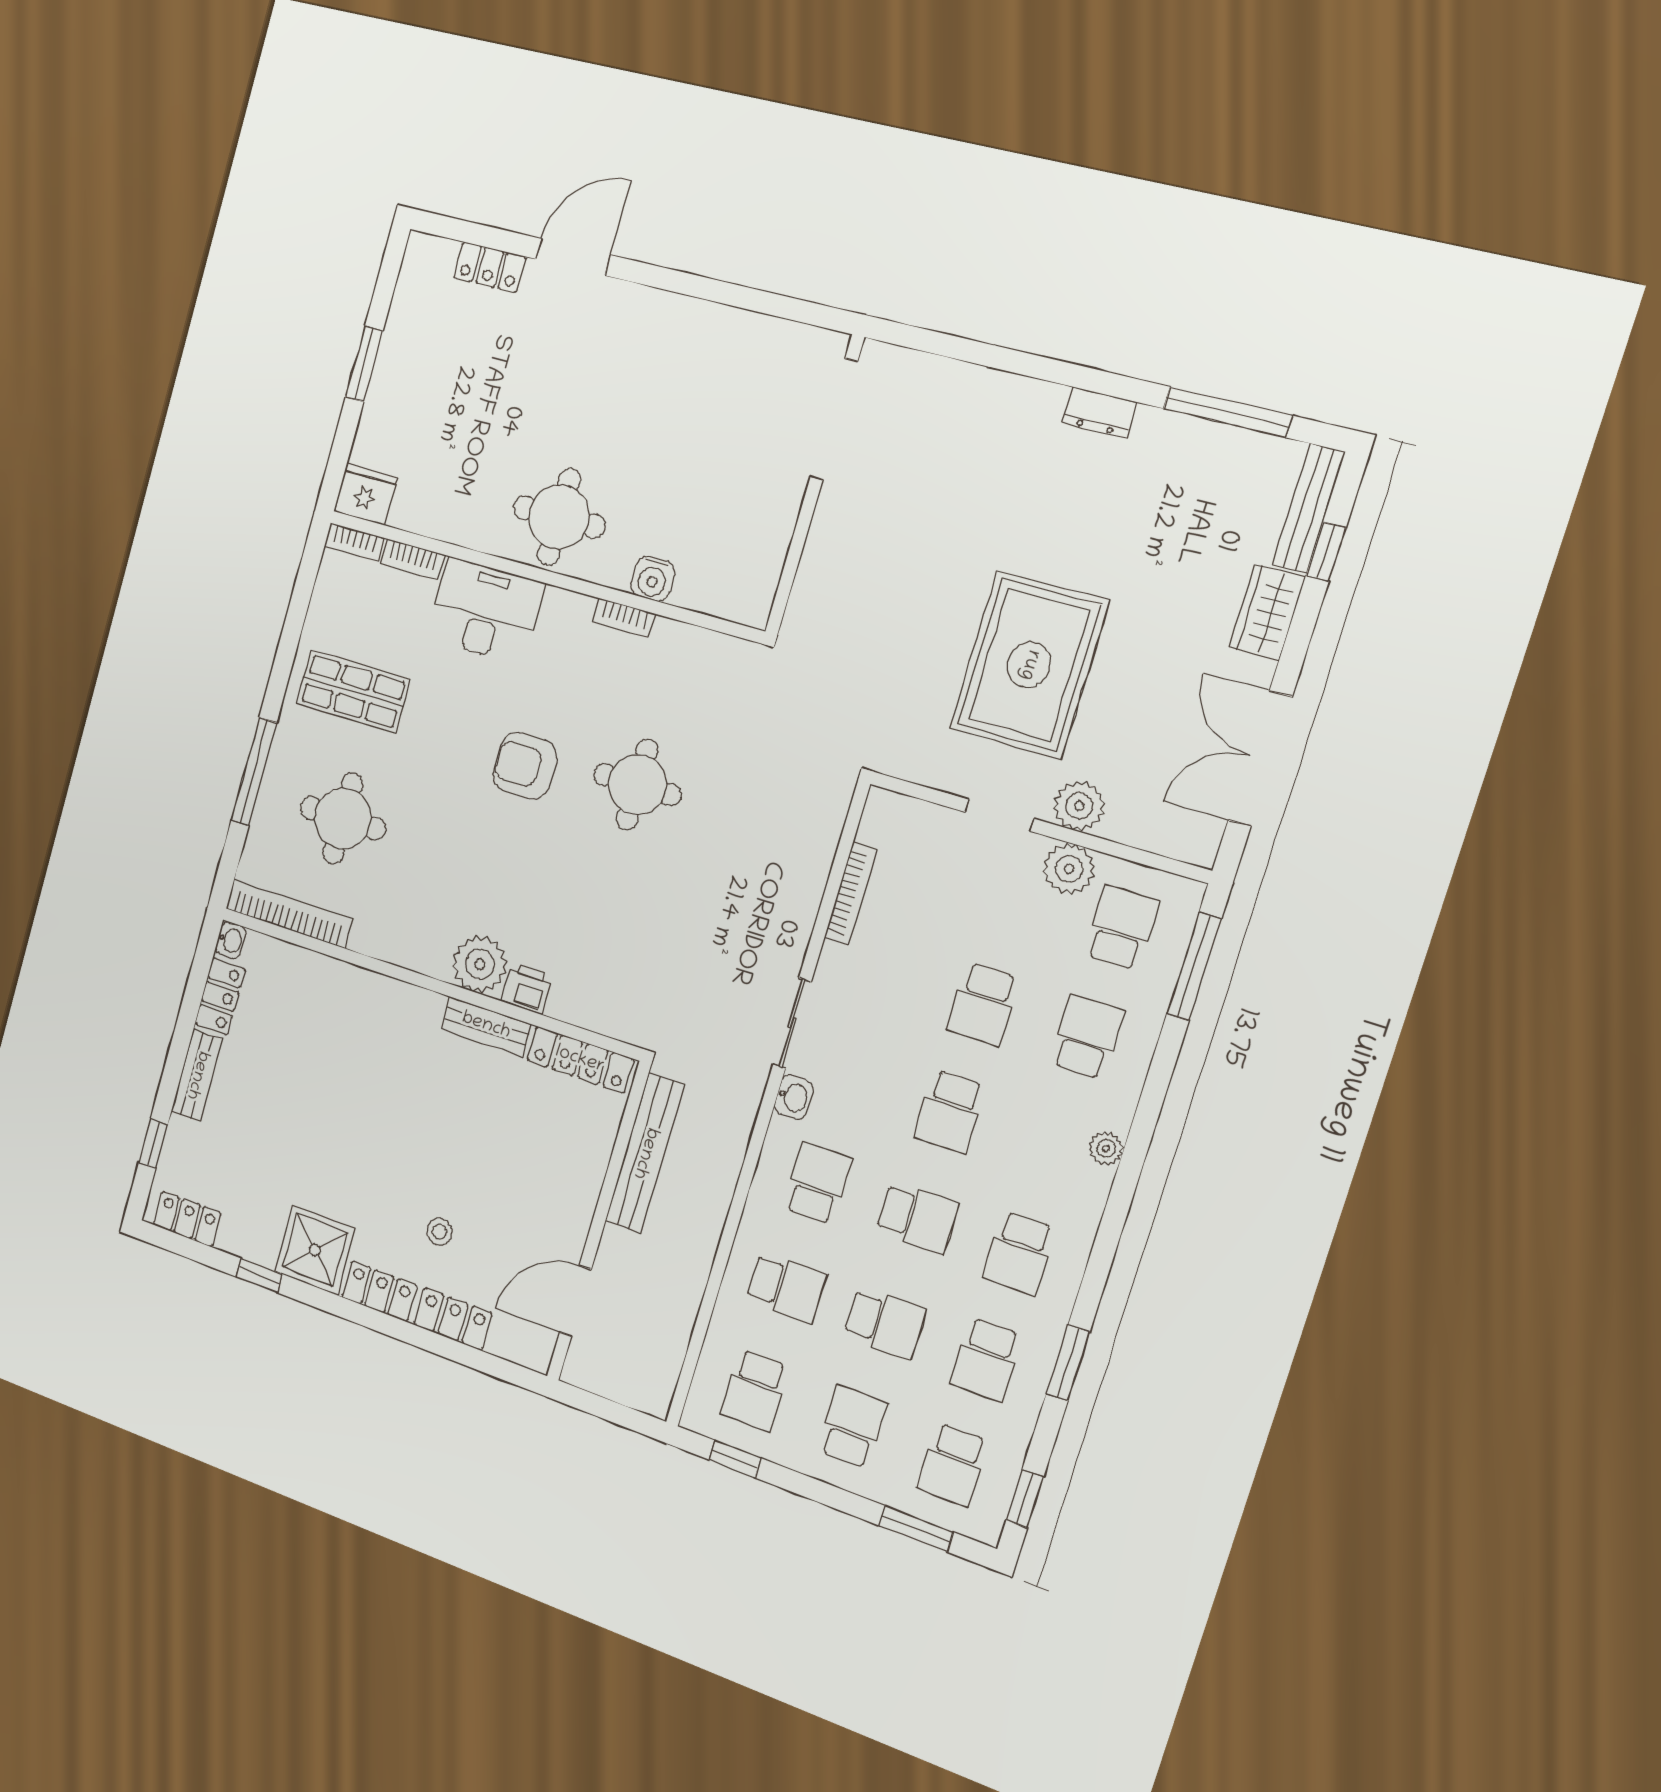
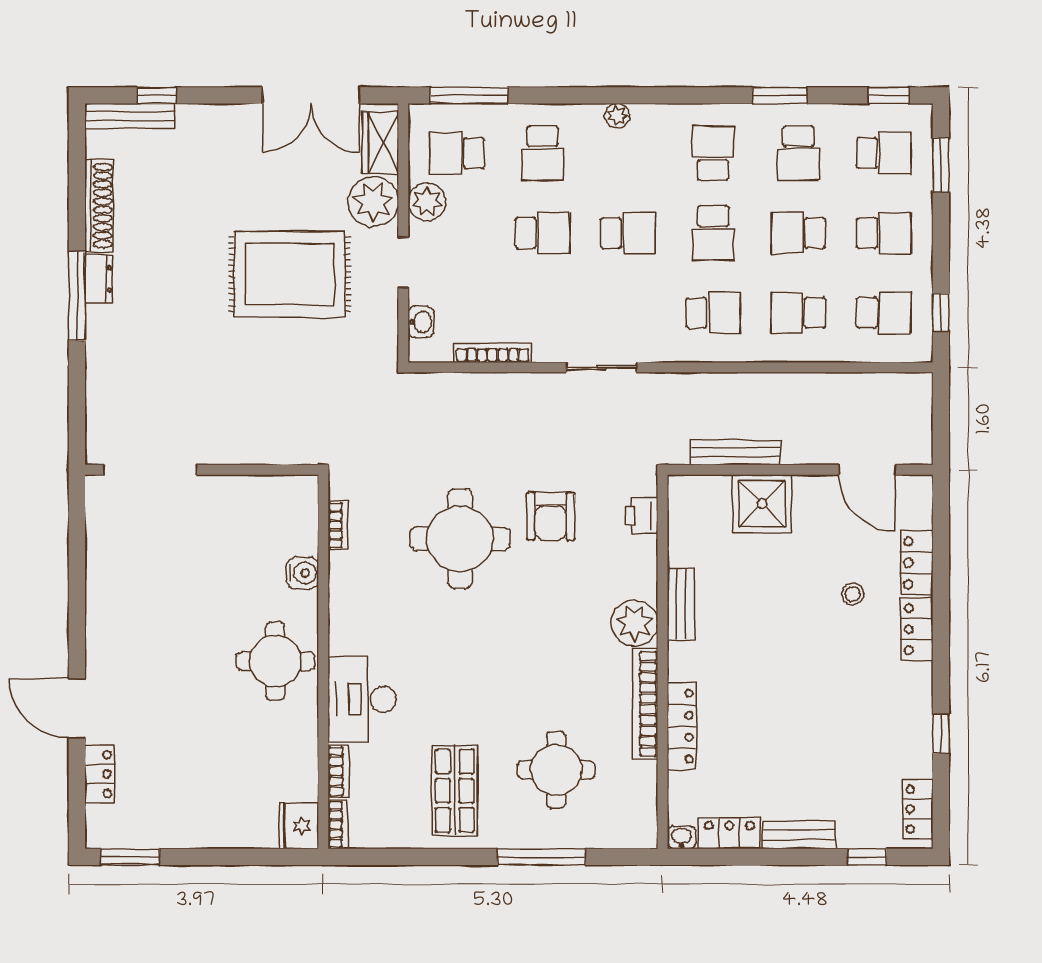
window: (364, 364) -> (130, 857), moved
window: (1227, 412) -> (77, 296), moved
shoe rack: (1198, 437) -> (99, 206), added
wardrobe: (1267, 612) -> (380, 143), moved, turned 90
bookcase: (624, 618) -> (338, 525), moved
armchair: (525, 766) -> (551, 516), moved
round table: (637, 784) -> (460, 539), width x1.36, depth x1.36
plant: (1079, 806) -> (373, 202), width x1.36, depth x1.36
bookcase: (289, 914) -> (645, 704), moved
printer: (527, 989) -> (641, 516), moved
school desk: (1087, 1037) -> (543, 153), turned -90
locker: (580, 1060) -> (682, 726), moved
washbasin: (794, 1097) -> (421, 322), moved, turned 90
bench: (645, 1153) -> (735, 452), width x0.73, depth x0.82
school desk: (818, 1183) -> (713, 313), turned 180
school desk: (917, 1218) -> (713, 233), turned 180
shower: (315, 1250) -> (762, 504), moved
school desk: (1019, 1253) -> (713, 153), turned -90
school desk: (786, 1287) -> (798, 313), turned -90
school desk: (885, 1323) -> (798, 233), turned -90
school desk: (986, 1359) -> (798, 153), turned 90
school desk: (853, 1427) -> (884, 233), turned 180

